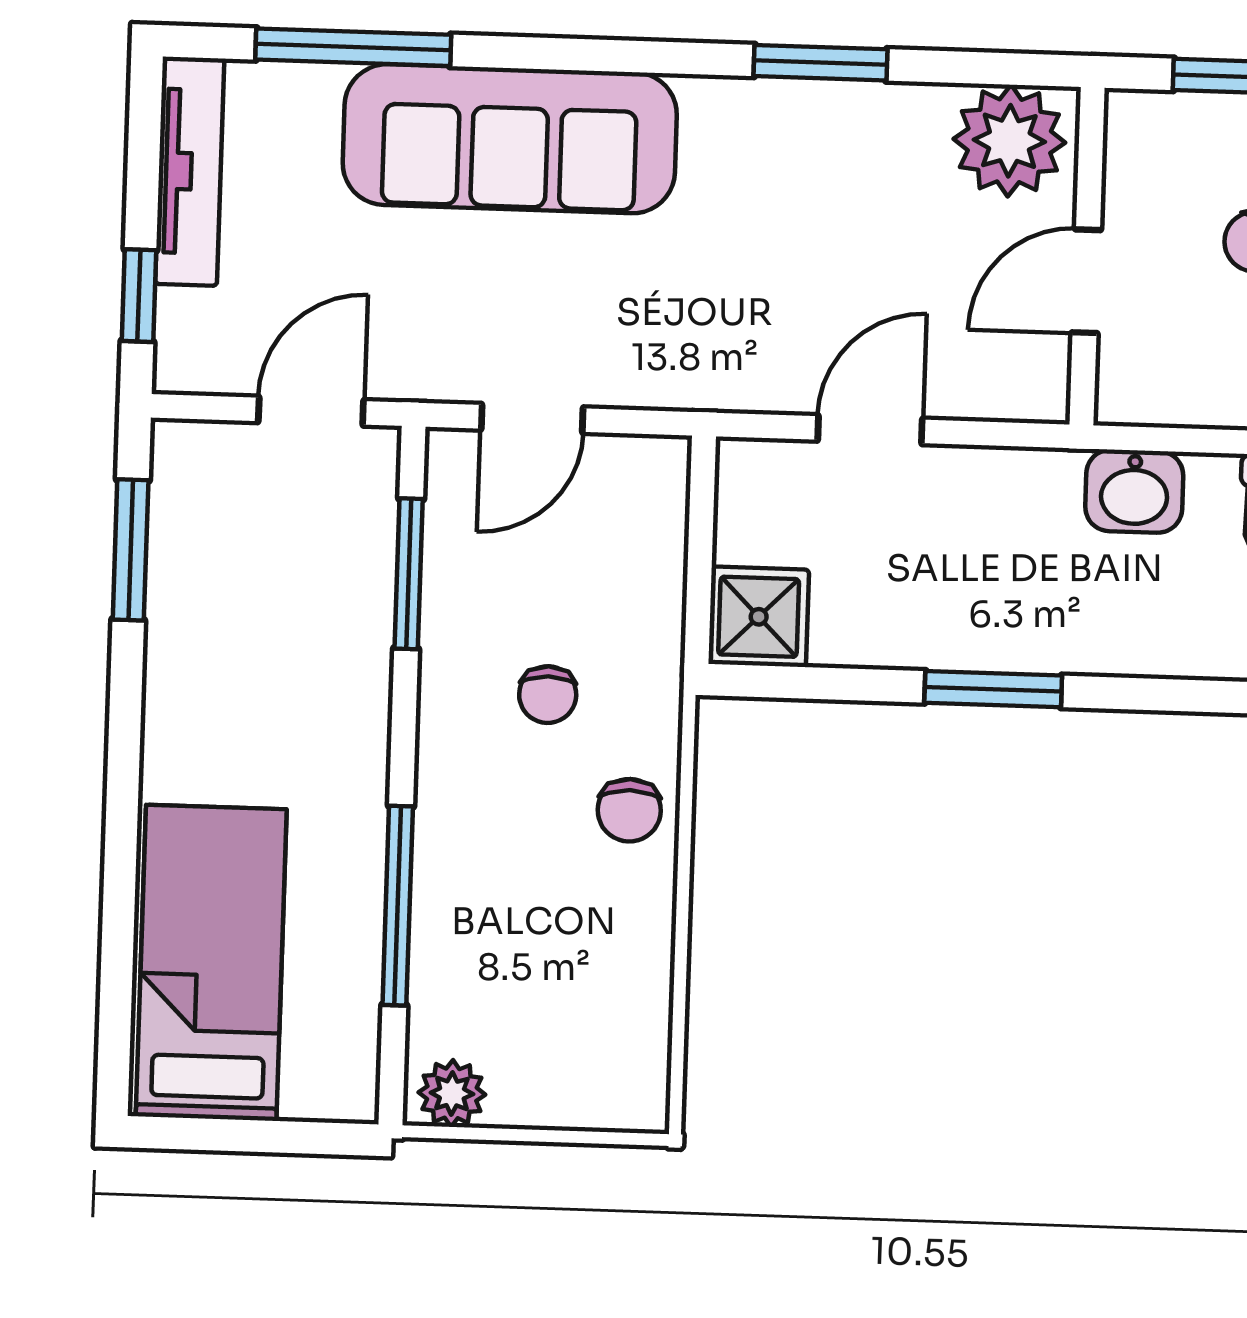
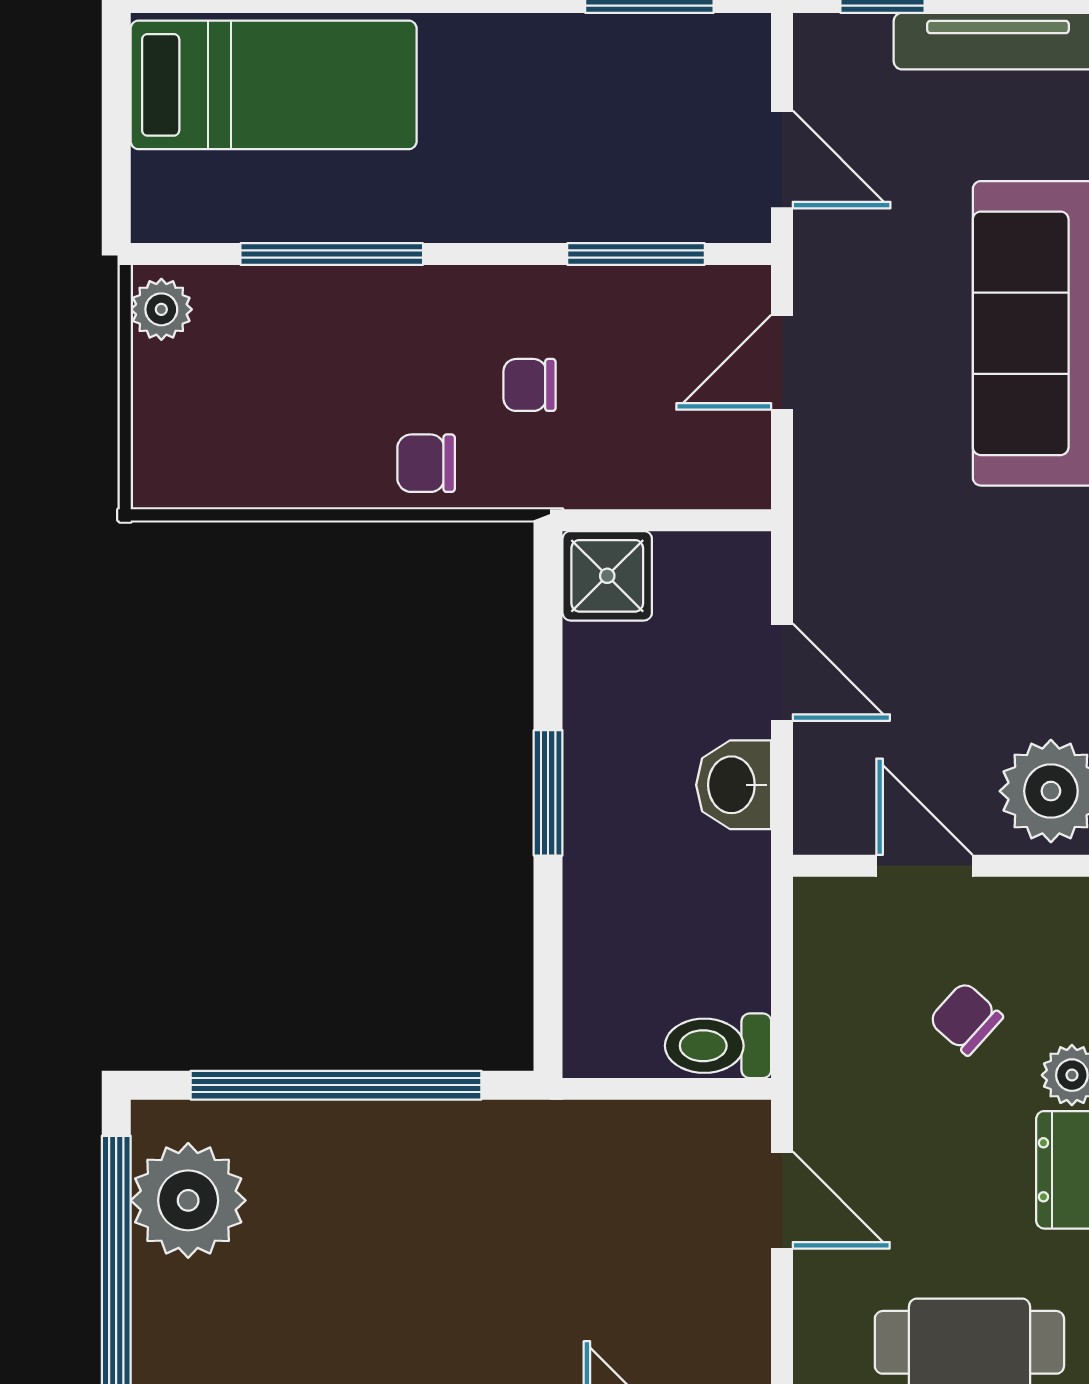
door: (532, 418) -> (782, 362), hinge flipped
washbasin: (1134, 491) -> (734, 785), moved

